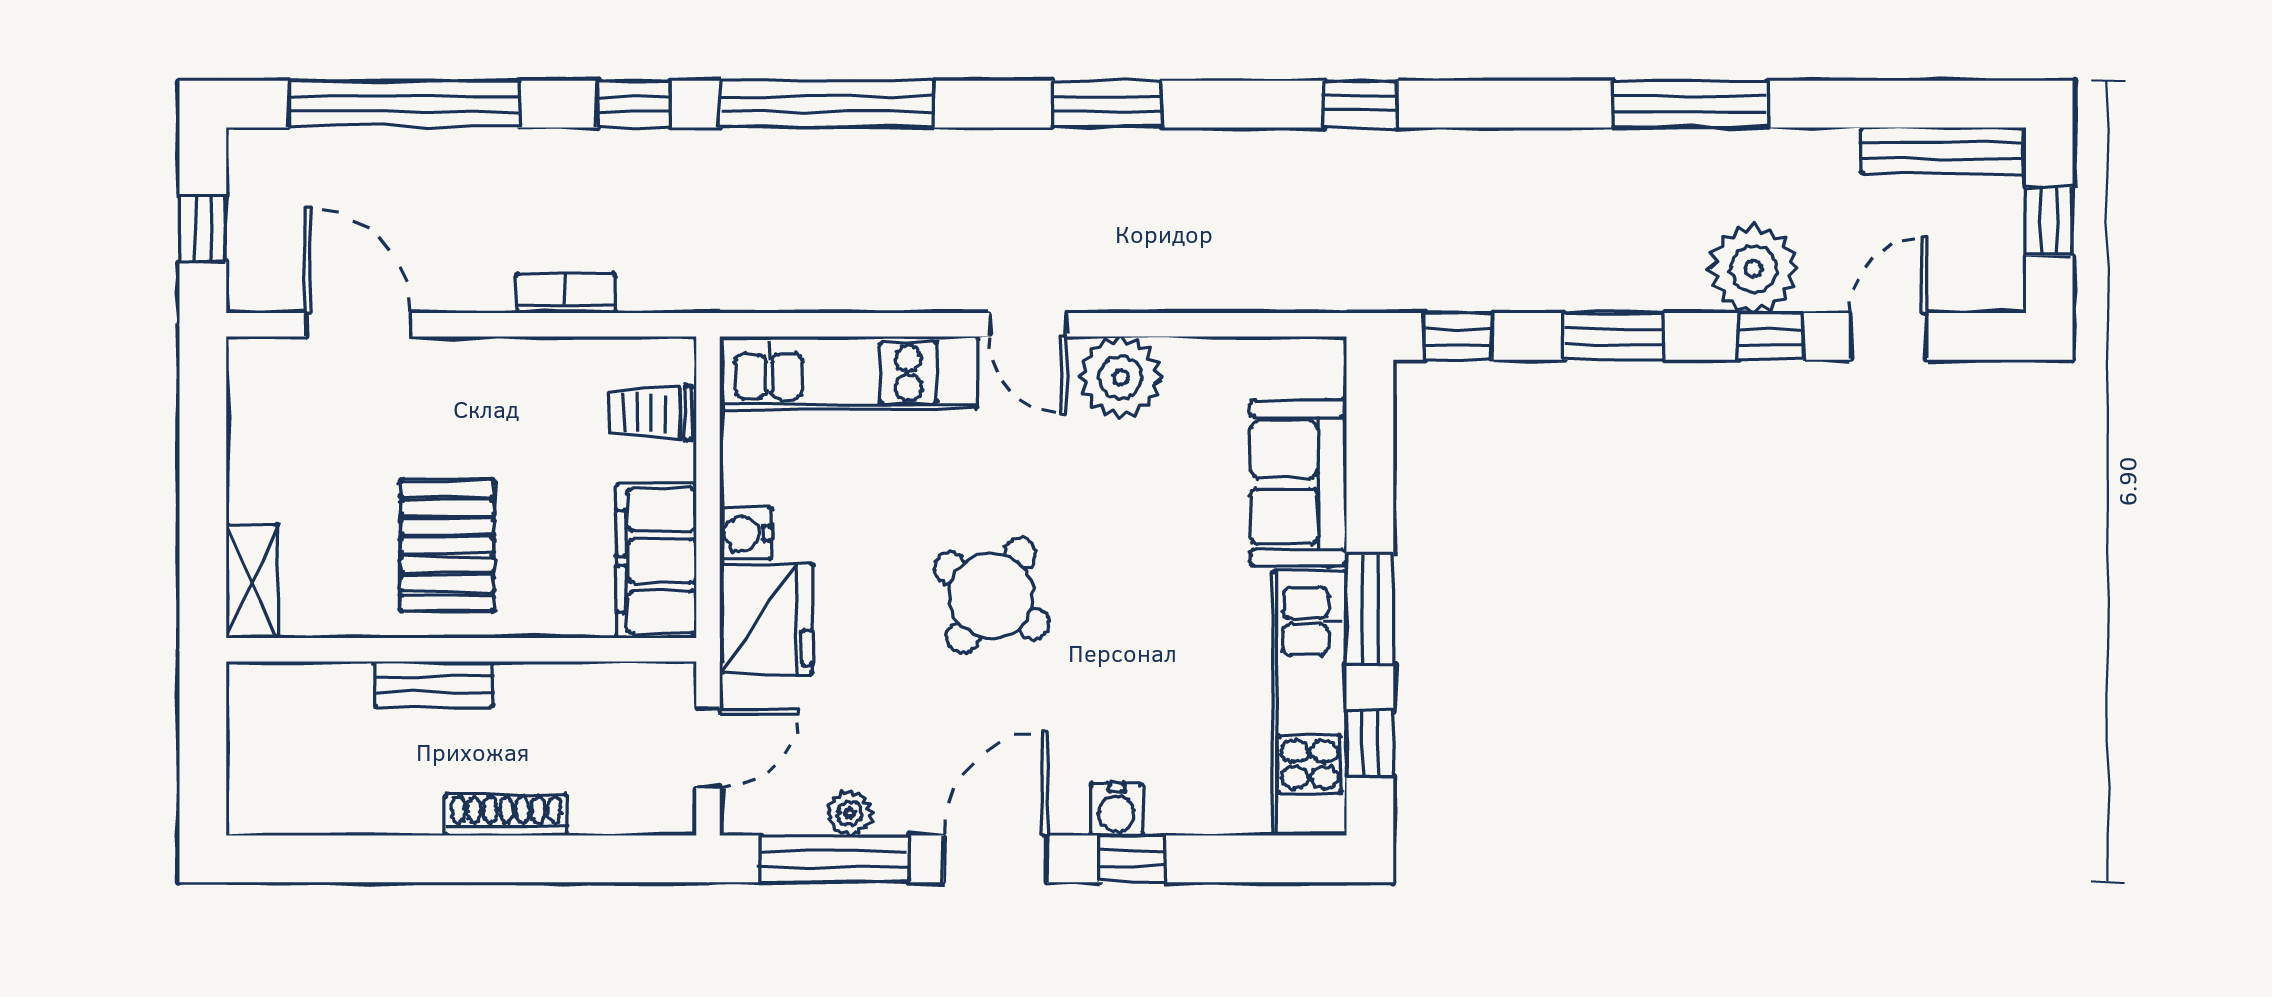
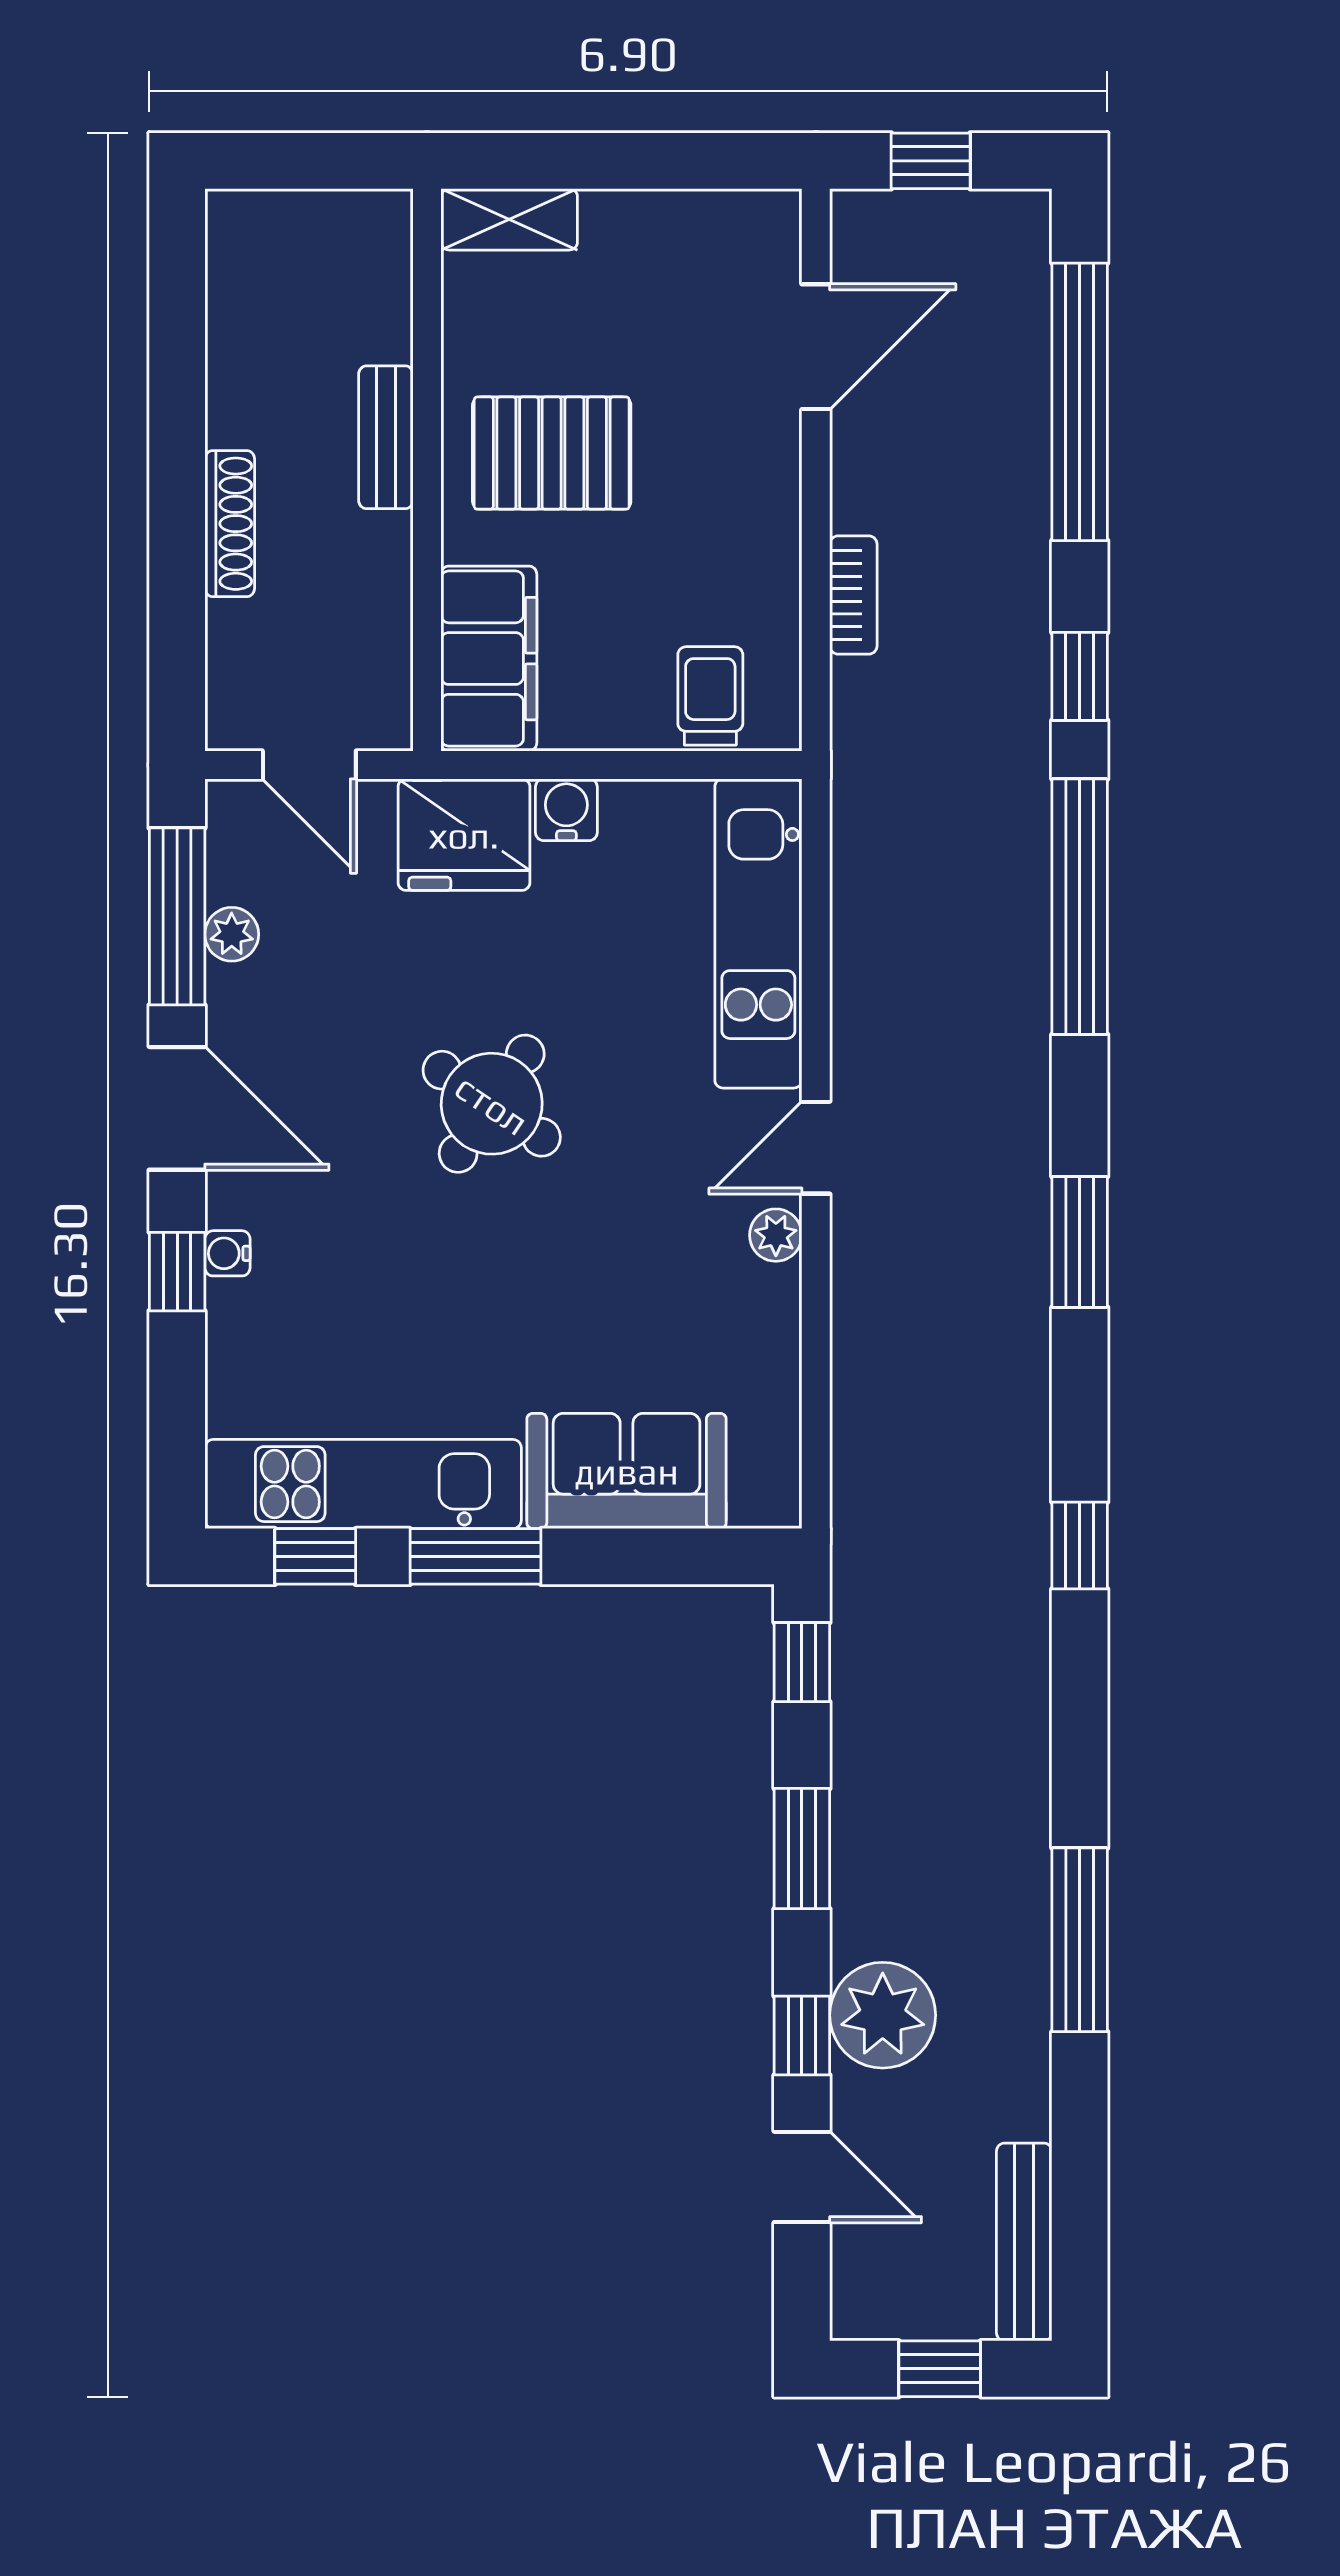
plant: (1120, 377) -> (776, 1235), width x0.53, depth x0.53
filing cabinet: (656, 561) -> (489, 659), moved, turned 90
water cooler: (1116, 809) -> (227, 1253), width x0.72, depth x0.72

